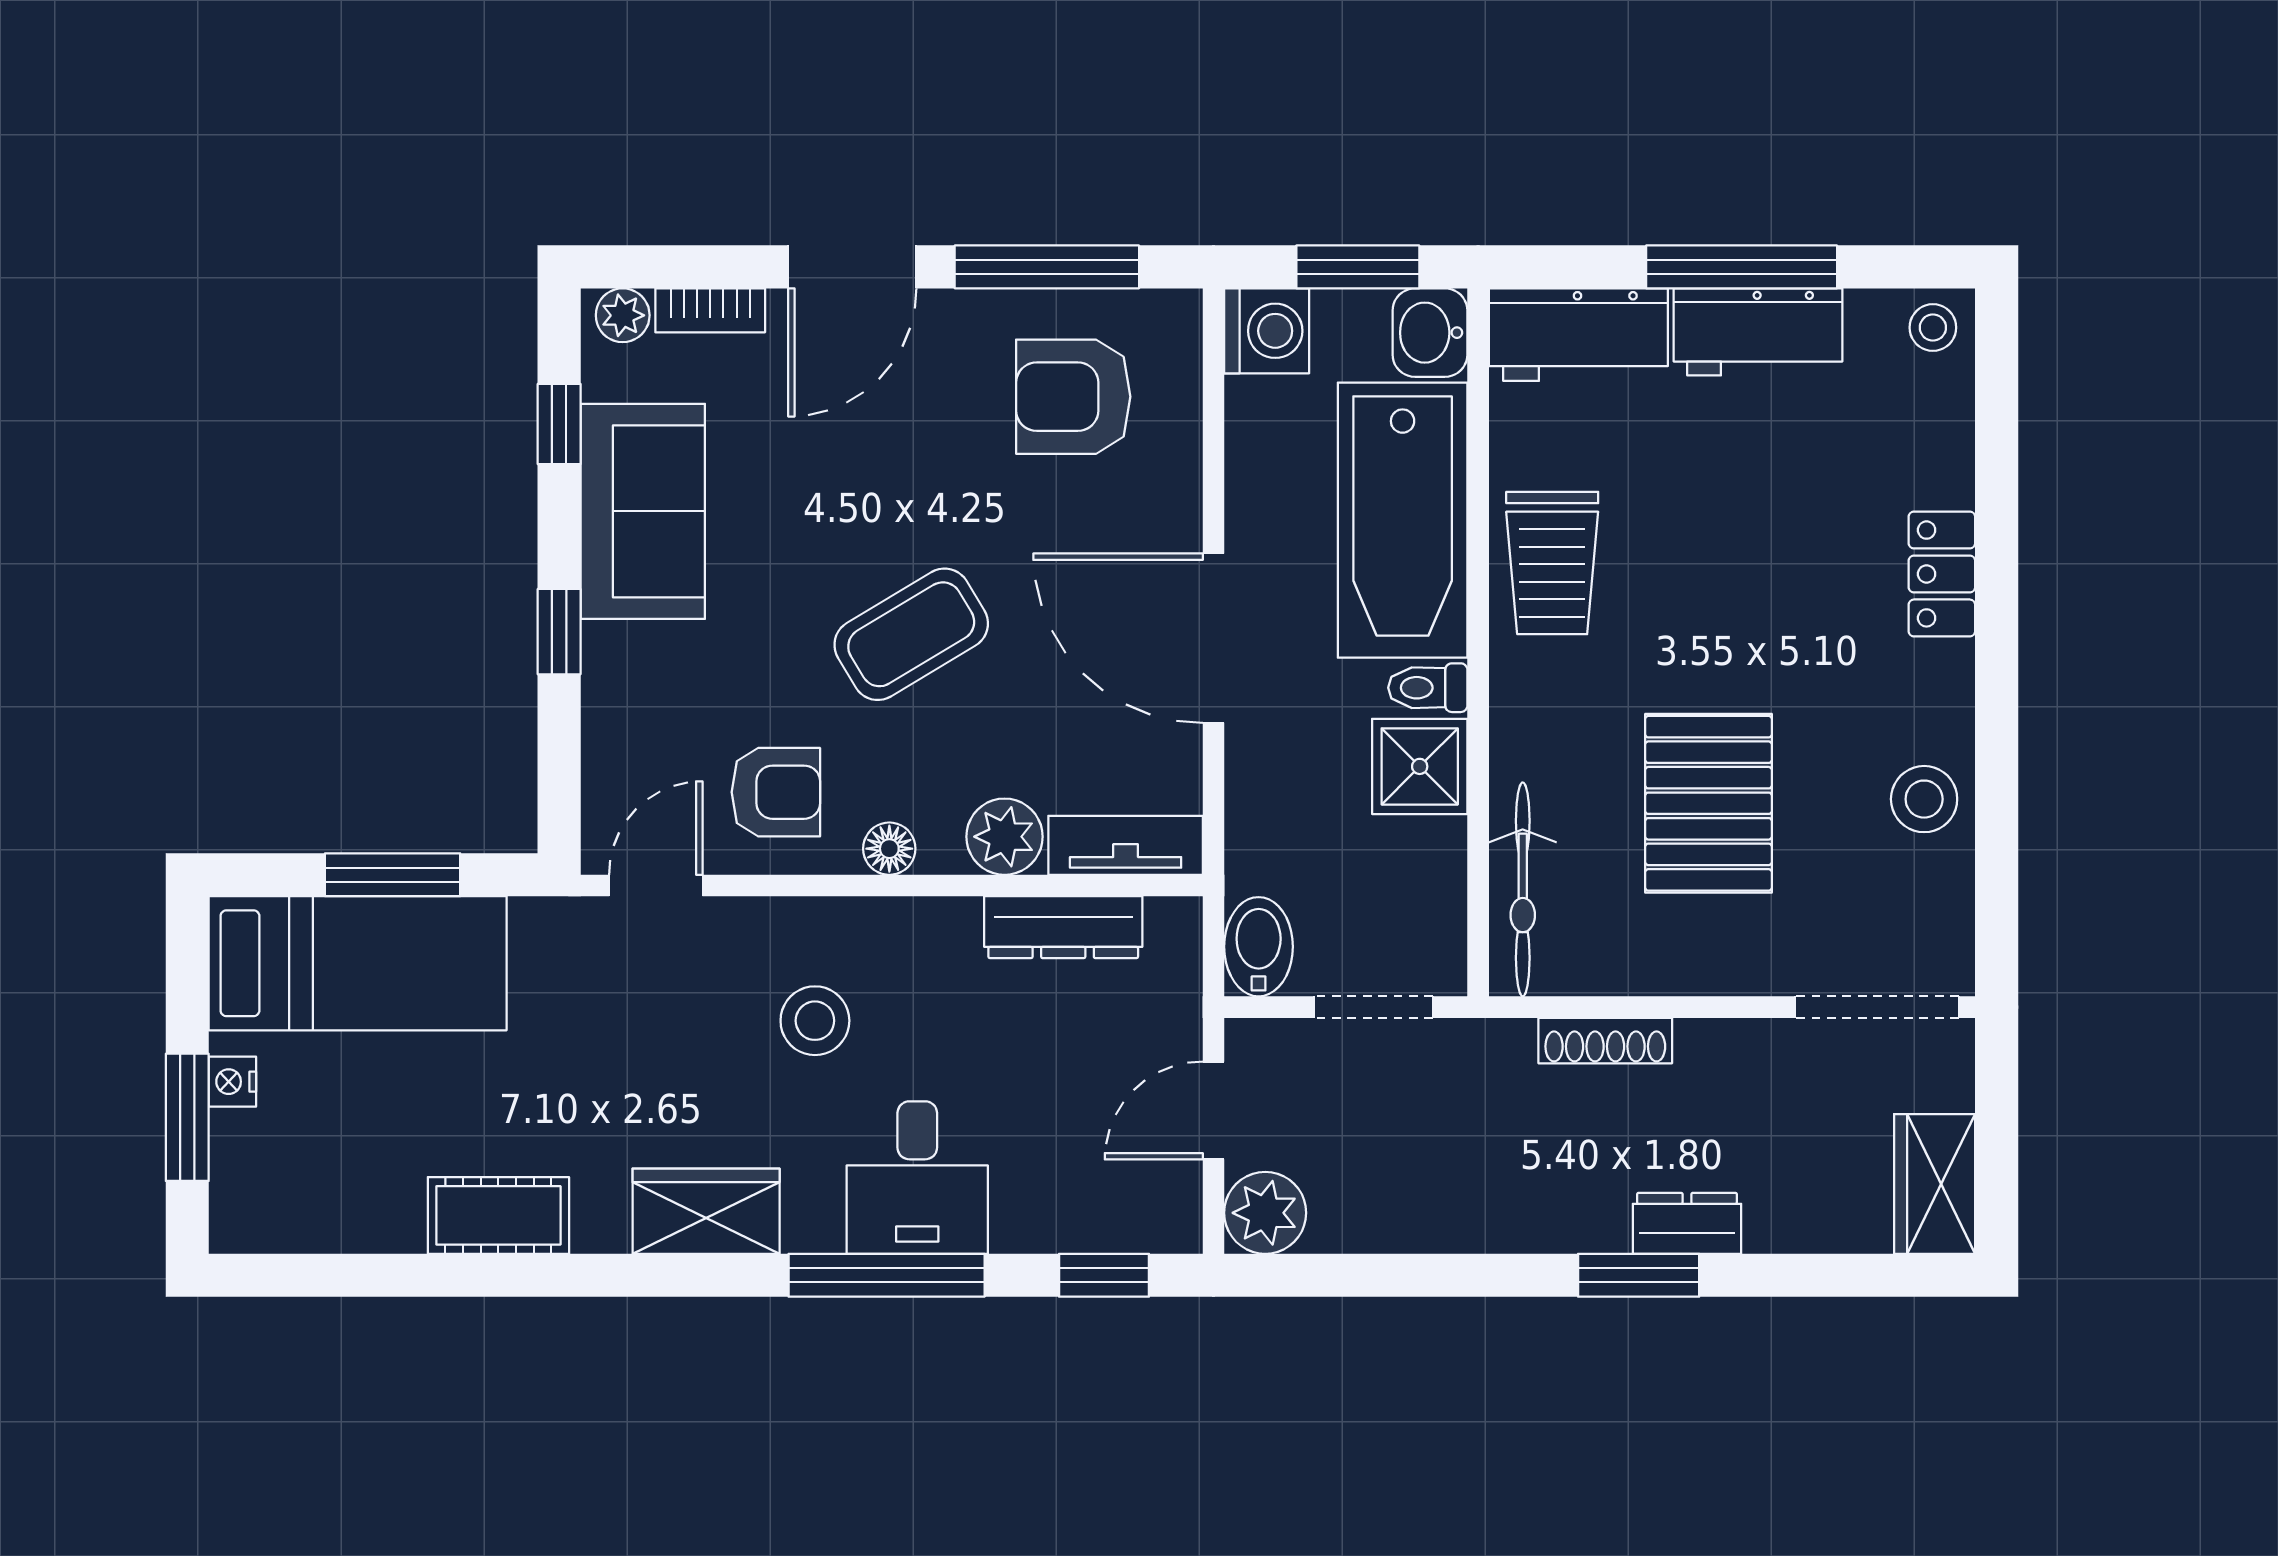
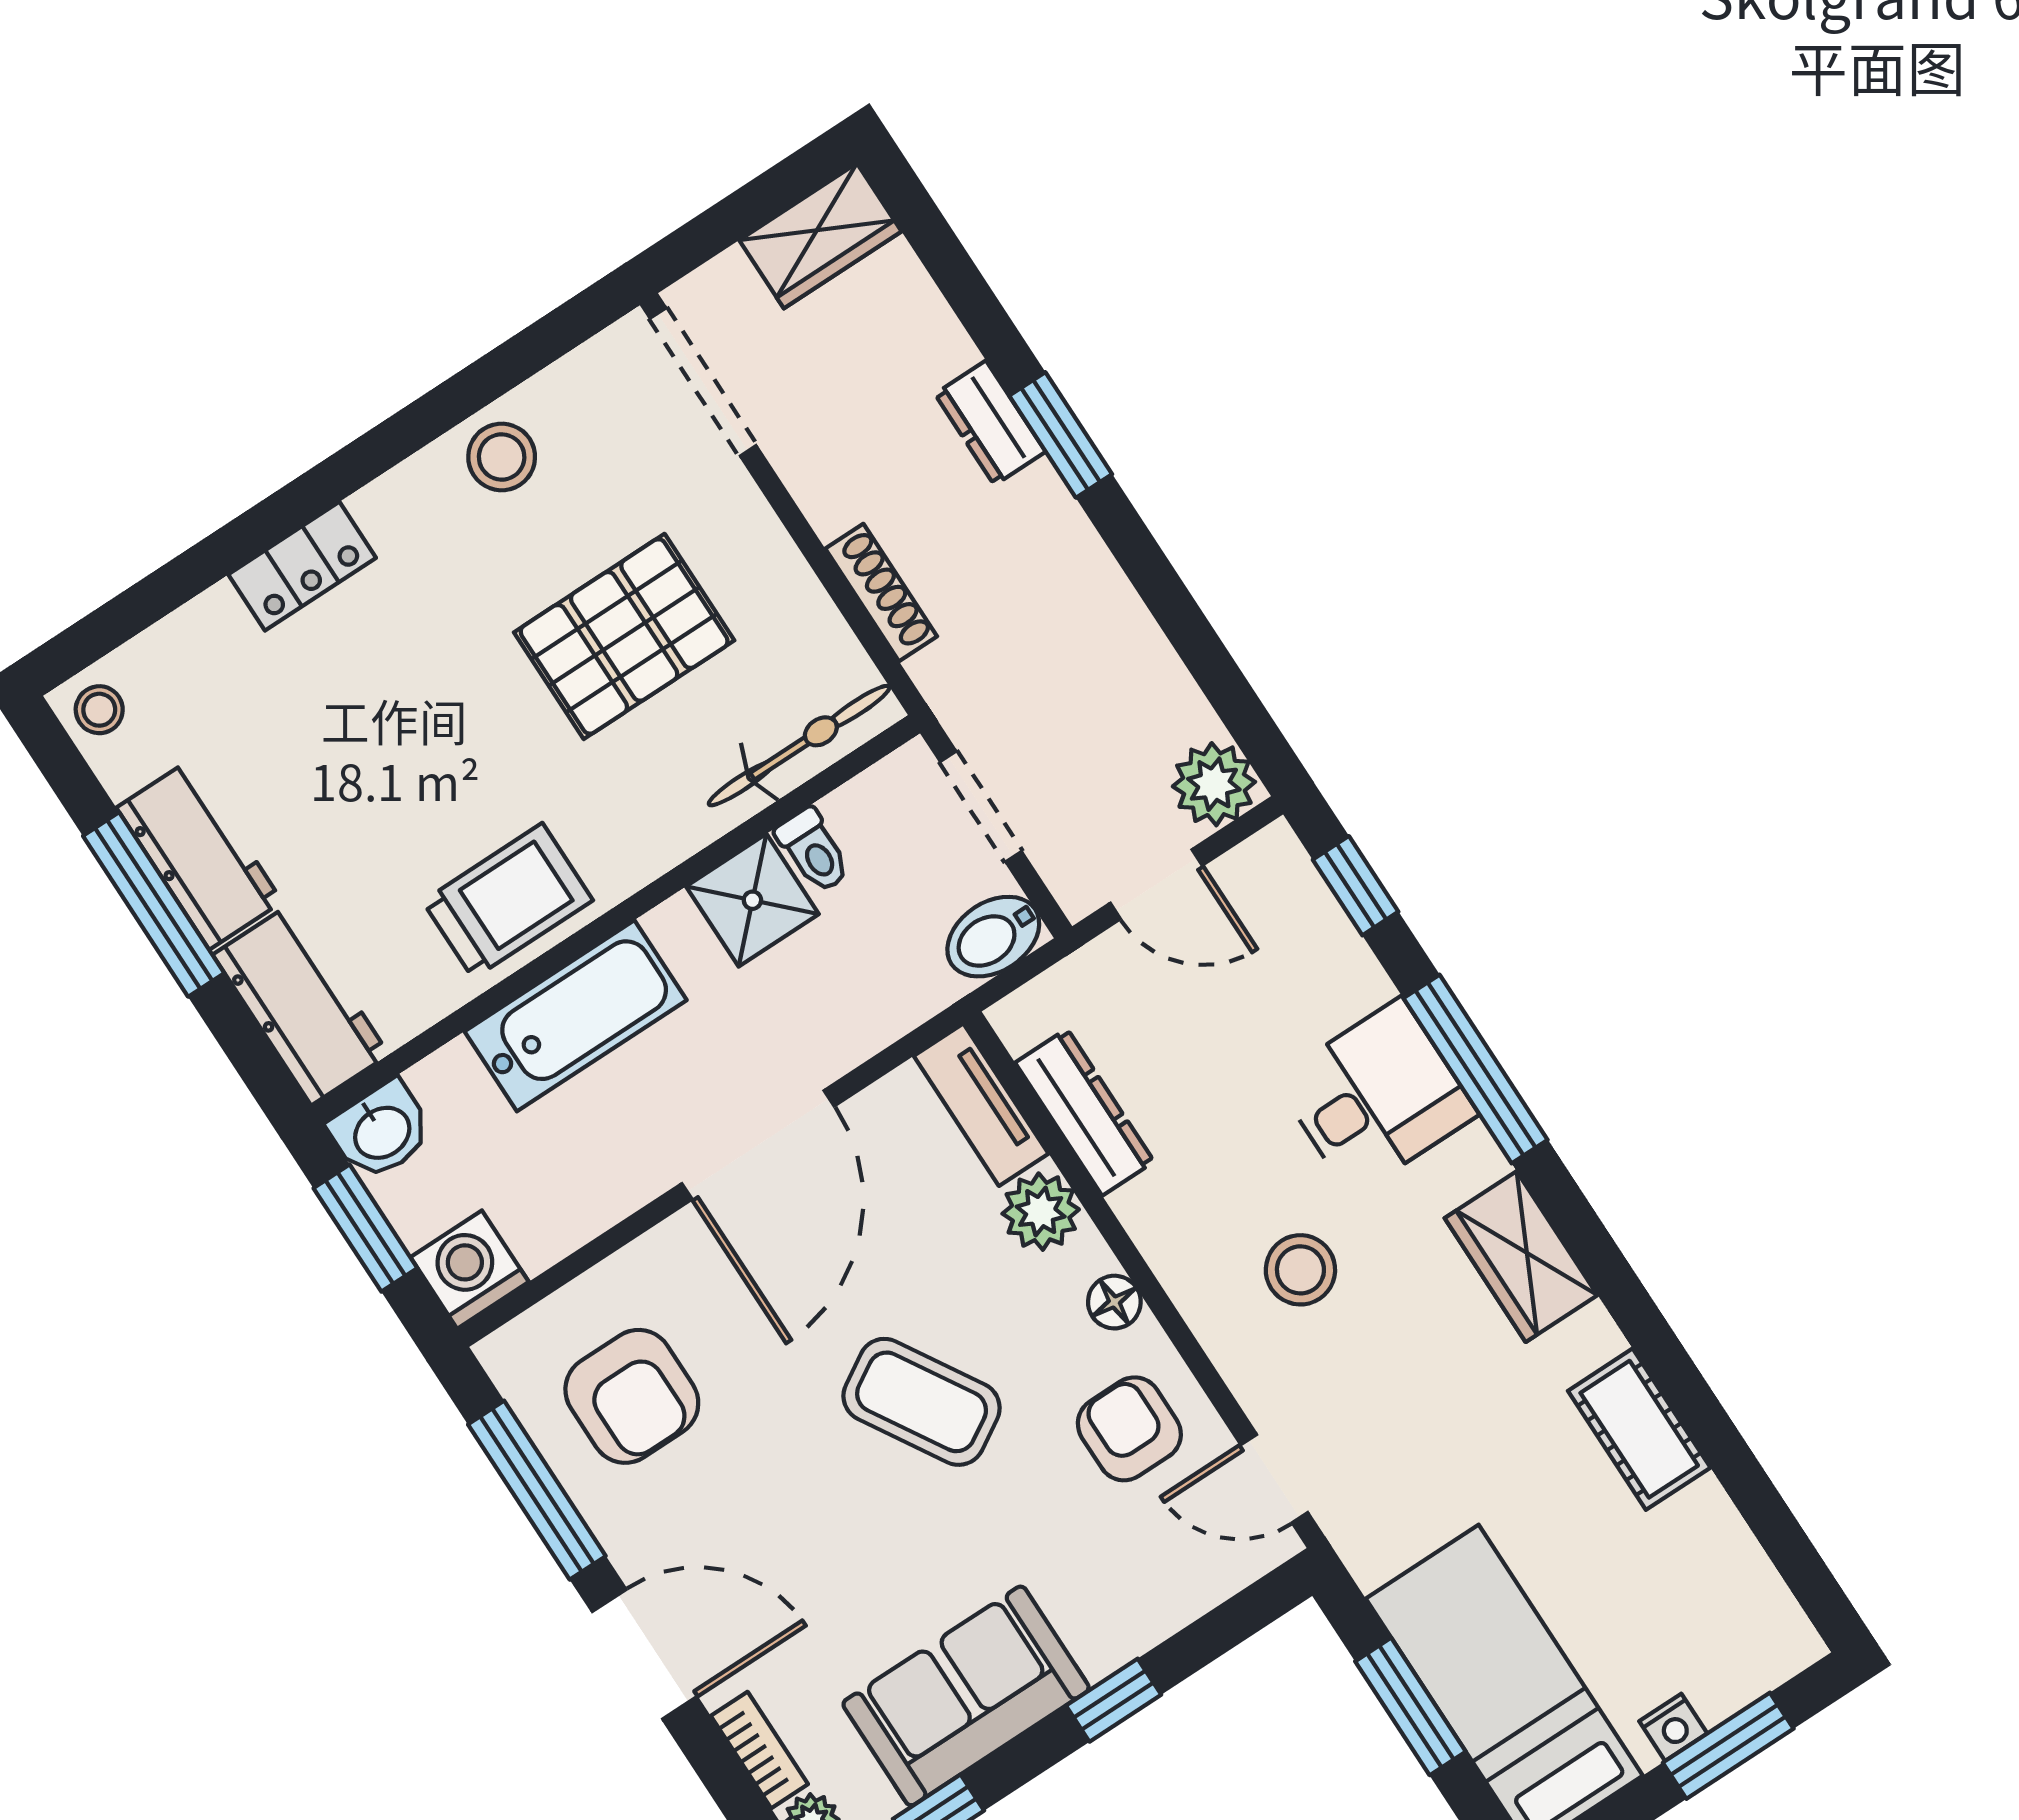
bathtub: (1403, 520) -> (576, 1016), width x0.73, depth x0.73
toilet: (1428, 688) -> (813, 851), moved

